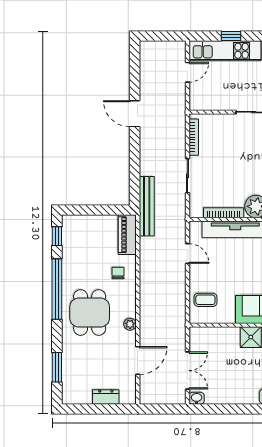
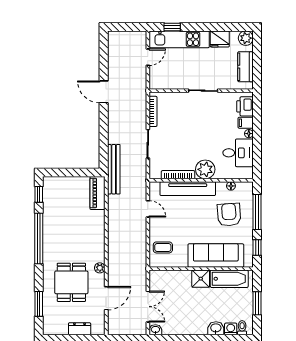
window: (231, 36) -> (172, 27), moved
chair: (118, 273) -> (90, 225), removed
dining table: (90, 312) -> (71, 282), moved

